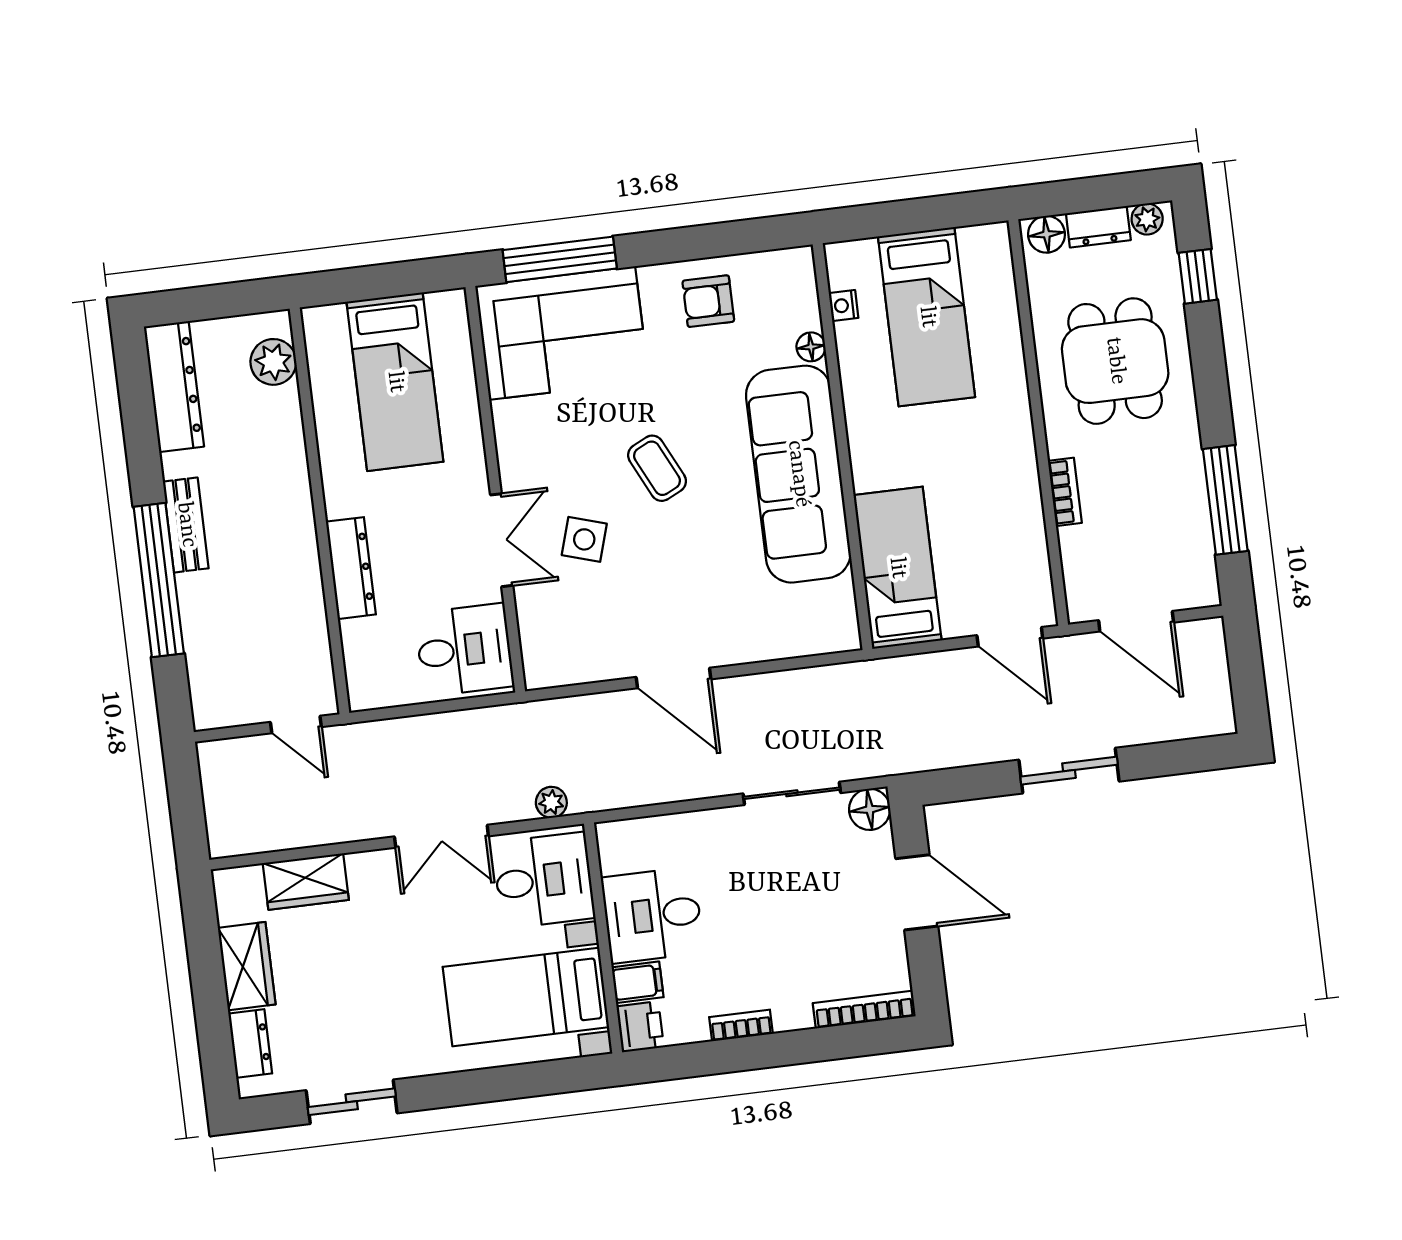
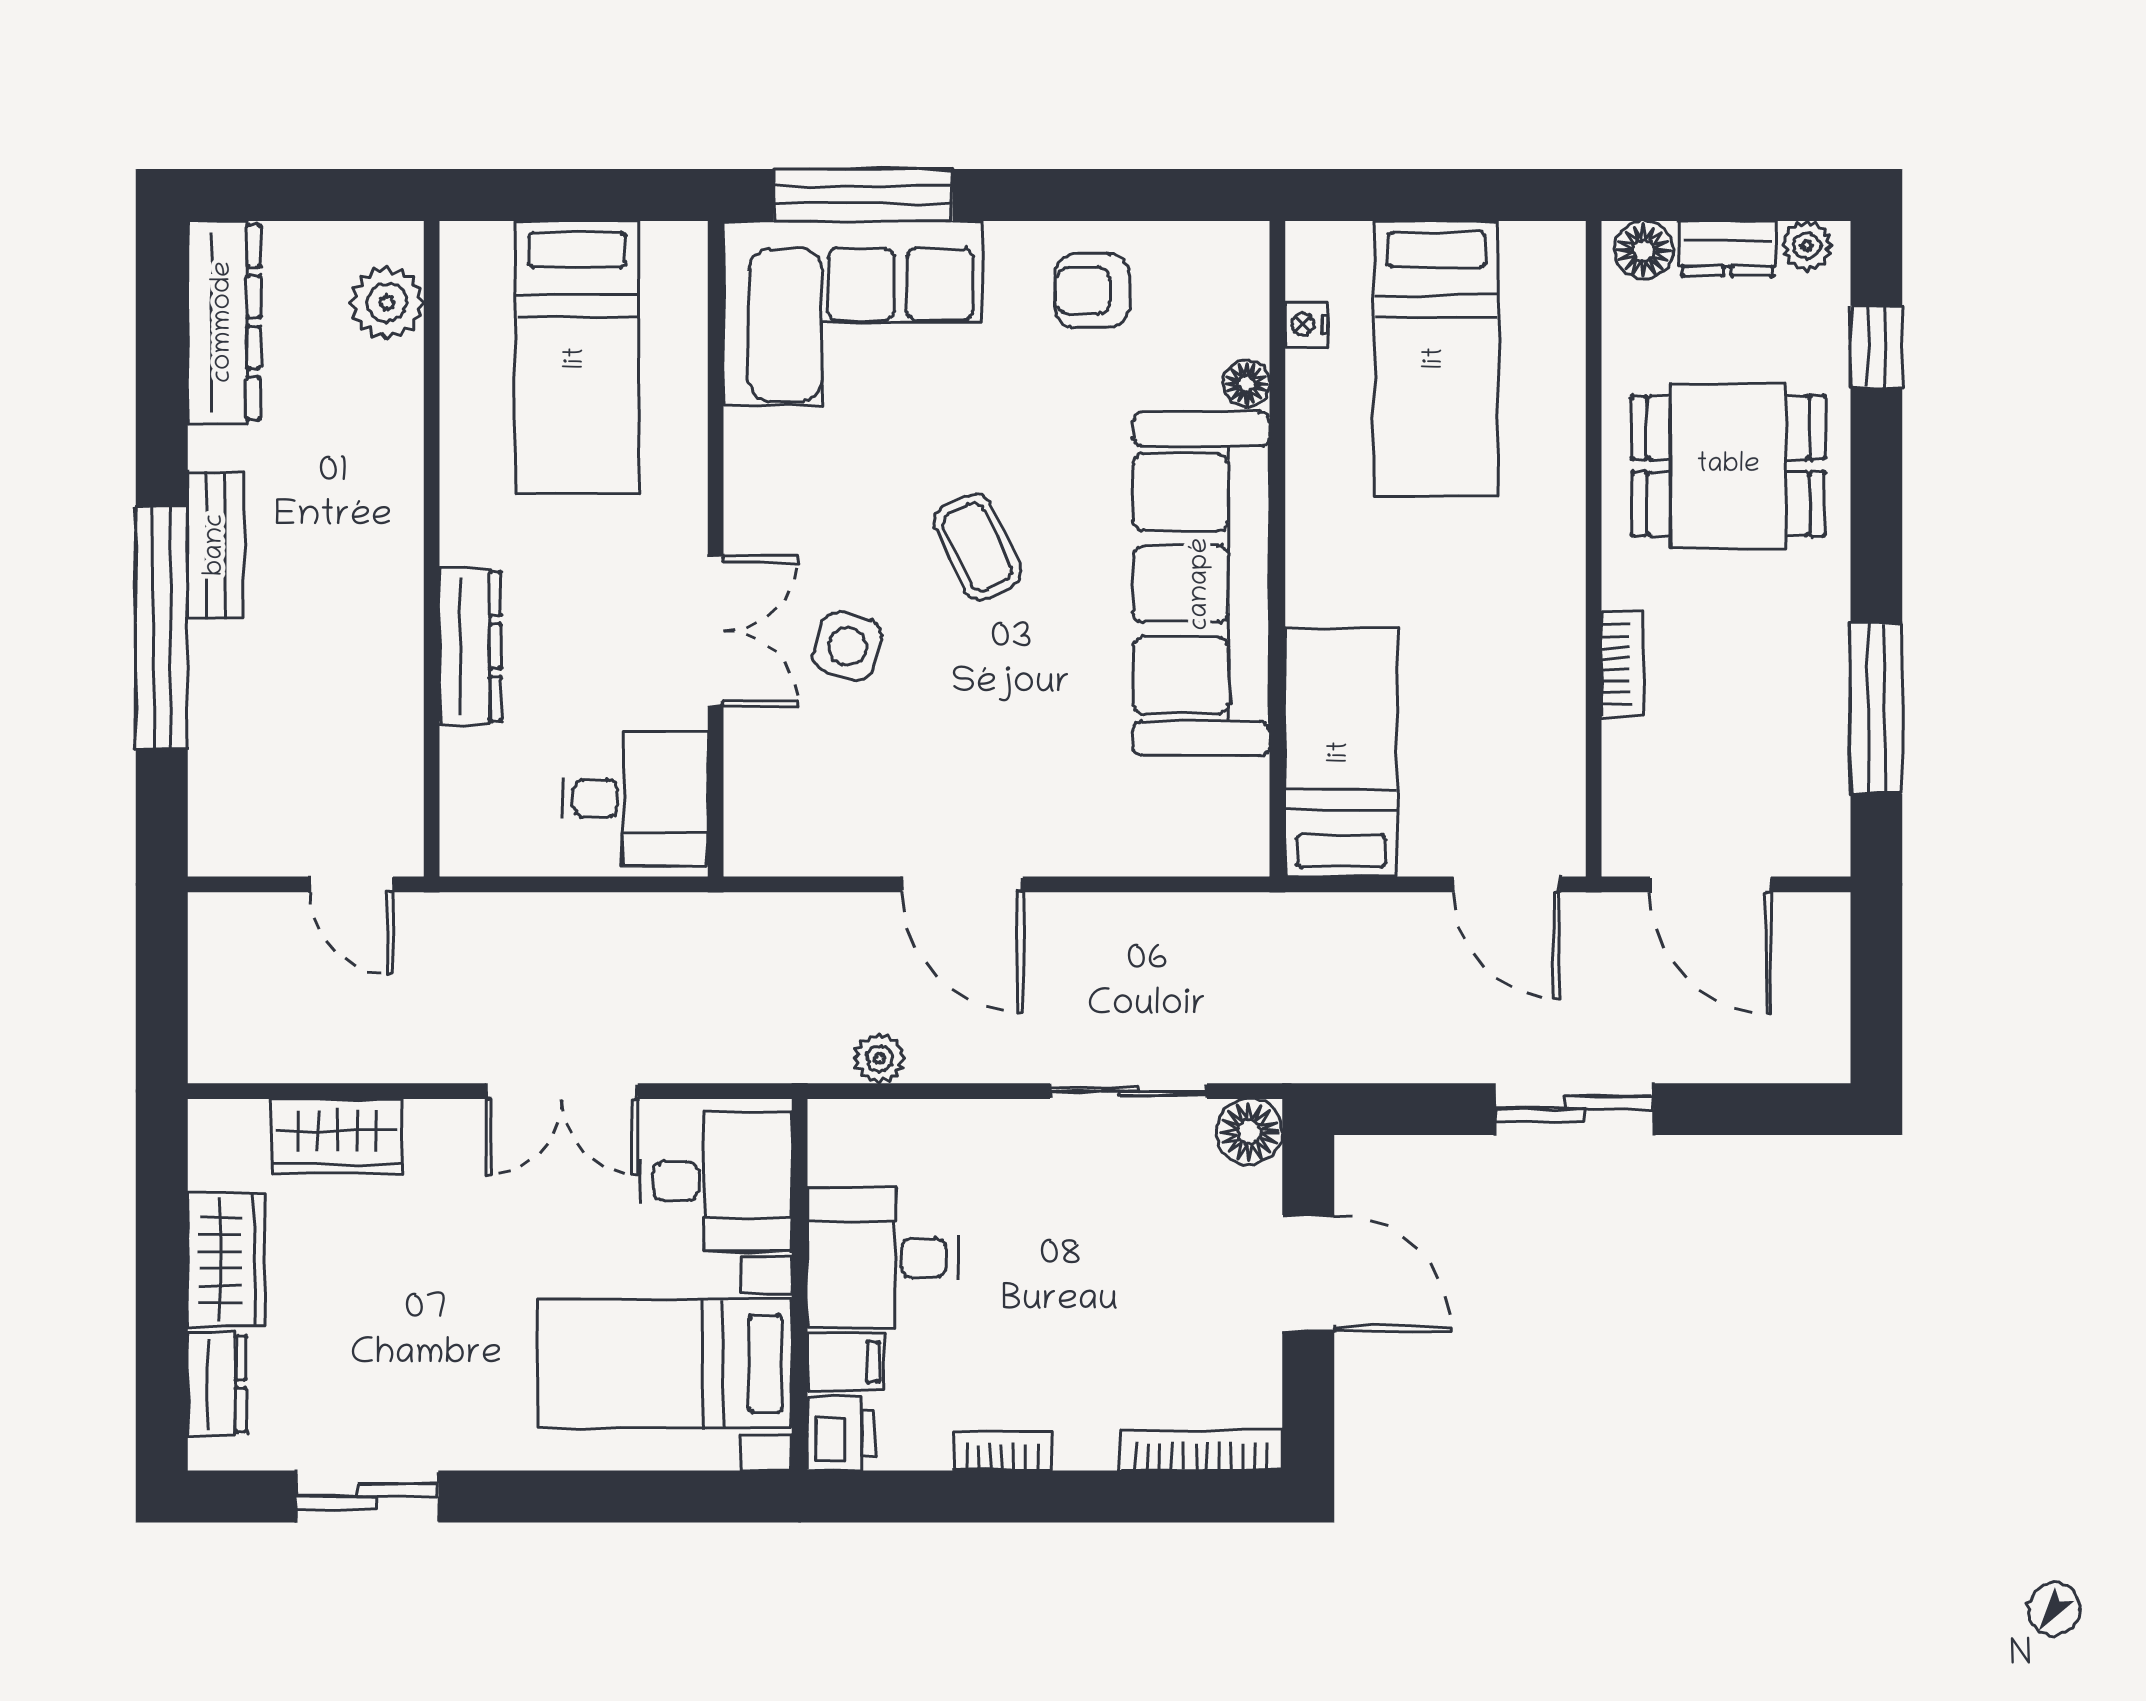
dining table: (1115, 361) -> (1728, 466), turned 90
plant: (551, 802) -> (879, 1058), moved

